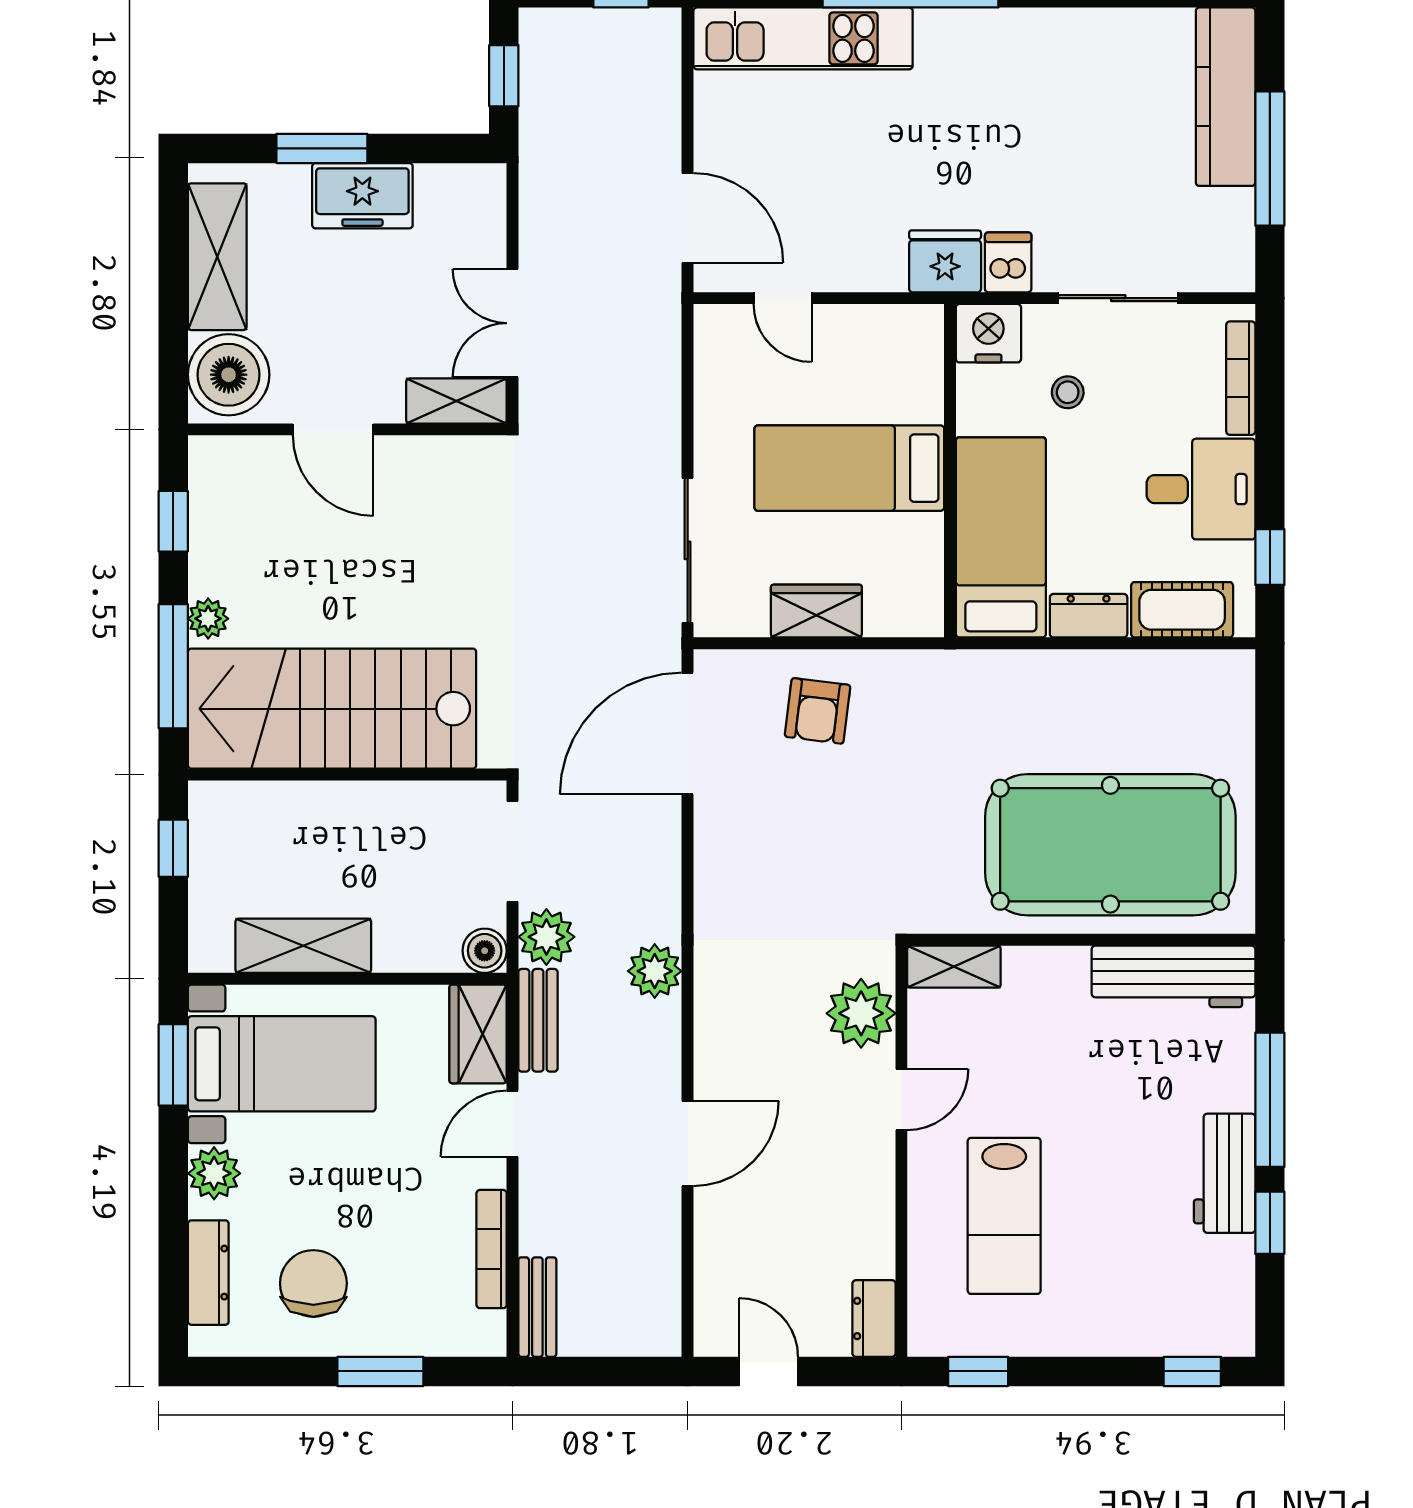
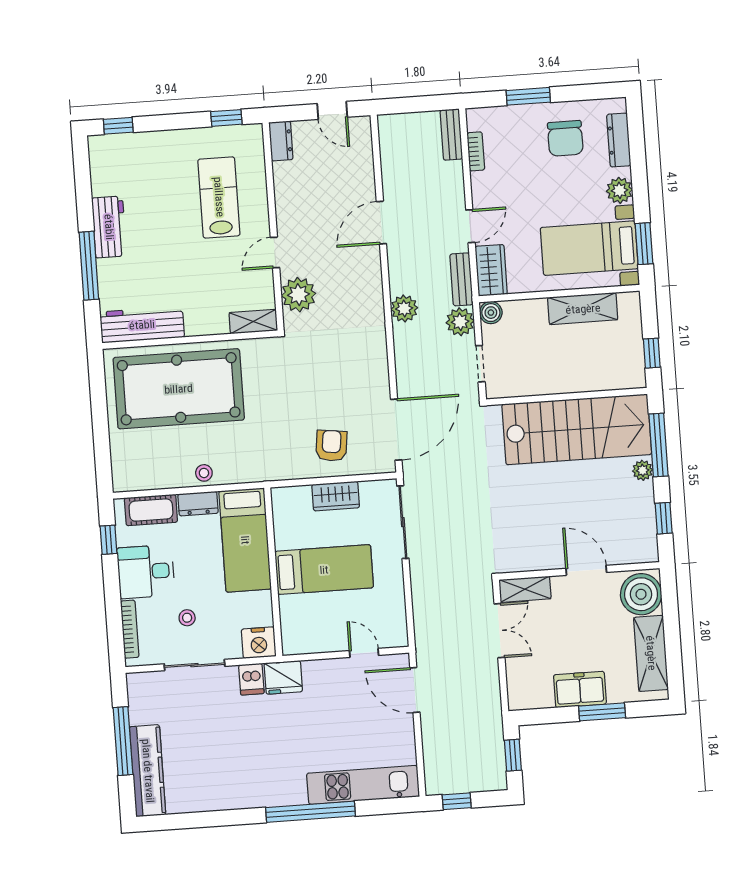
stool: (1068, 392) -> (187, 618), moved
stool: (1072, 675) -> (204, 473), added
doorway: (513, 851) -> (480, 364), width x0.73
window: (1270, 1223) -> (84, 204), removed
bookcase: (492, 1249) -> (476, 151), width x0.64

